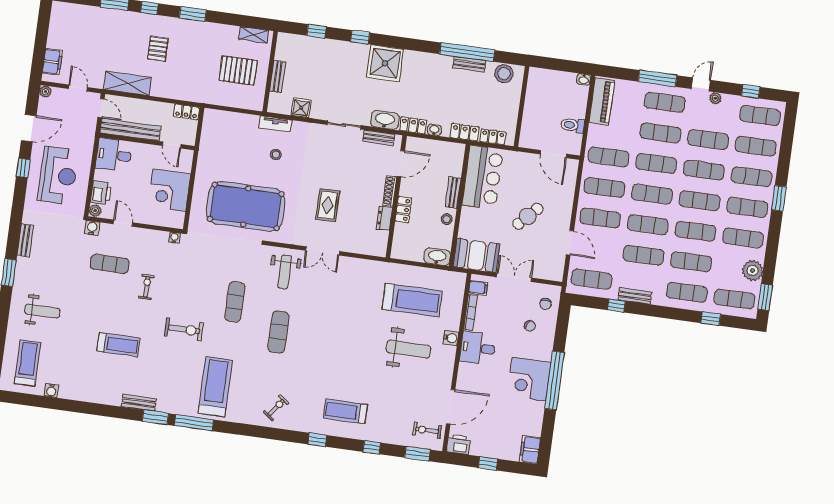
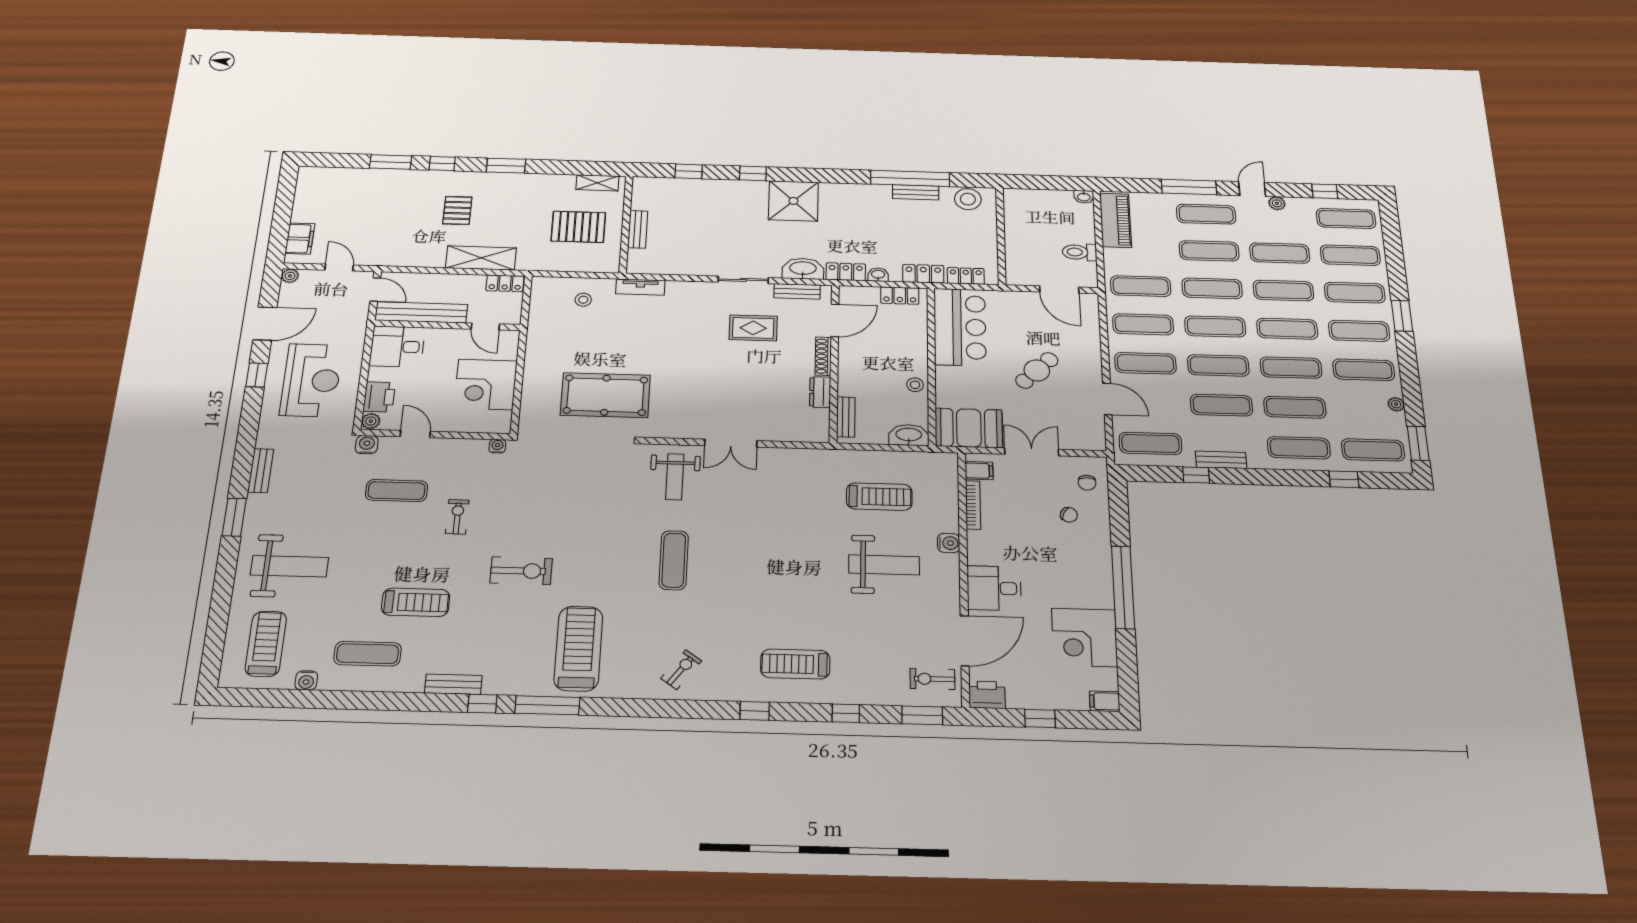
shelving: (128, 84) -> (481, 258), moved
shower: (301, 108) -> (677, 264), removed
stool: (276, 155) -> (583, 300), moved
bench: (453, 193) -> (846, 417), moved
rug: (328, 205) -> (753, 328), moved, turned 90
pool table: (246, 206) -> (605, 395), width x0.73, depth x0.76
locker: (403, 210) -> (900, 296), moved, turned 90
plant: (753, 271) -> (1396, 404), width x0.53, depth x0.53
treadmill: (412, 300) -> (879, 497), width x0.73, depth x0.73
exercise mat: (235, 302) -> (368, 654), moved, turned 90
weight bench: (42, 311) -> (289, 566), width x1.36, depth x1.33
desk: (478, 348) -> (994, 588), moved
corner desk: (529, 379) -> (1084, 637), moved
window: (155, 417) -> (482, 704), width x0.67
filing cabinet: (530, 450) -> (1105, 701), width x0.50

